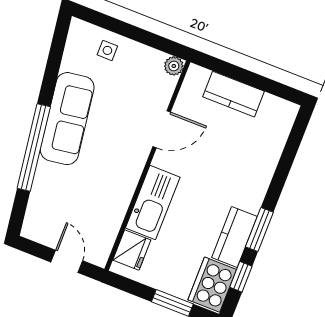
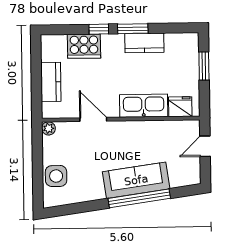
side table: (107, 50) -> (56, 176), width x1.87, depth x1.87
sofa: (67, 119) -> (136, 180), moved
window: (241, 277) -> (99, 29), moved
cooker: (212, 285) -> (84, 46), moved

